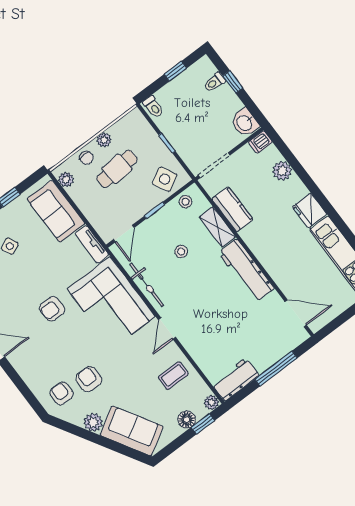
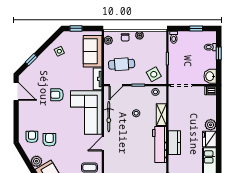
cafe table: (117, 169) -> (122, 64), moved
plant: (282, 171) -> (211, 125), moved
kitchen counter: (232, 209) -> (174, 143), moved

